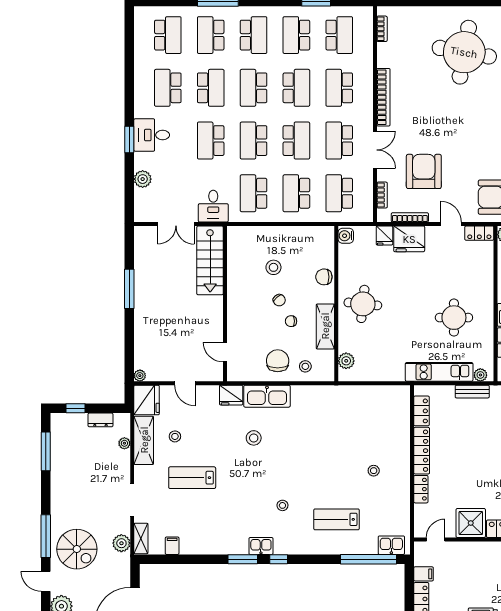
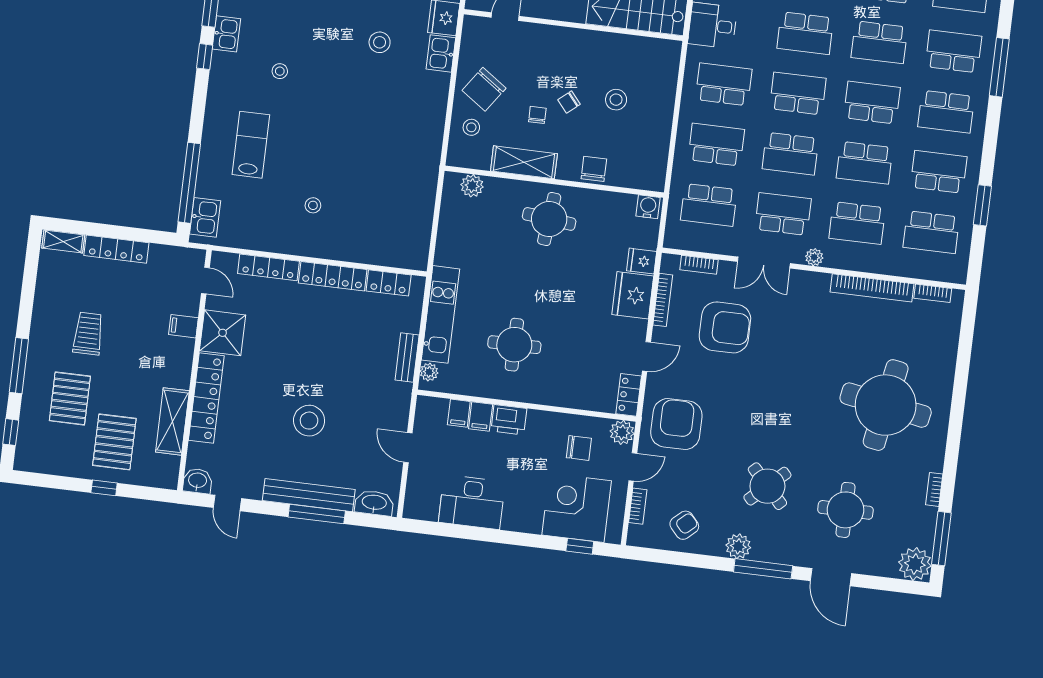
school desk: (339, 88) -> (857, 223), turned 180
bookcase: (383, 97) -> (872, 288), moved
plant: (367, 115) -> (814, 257), added
school desk: (211, 141) -> (805, 33), turned 180
school desk: (339, 193) -> (709, 205), turned 180
chair: (278, 361) -> (484, 89), turned 125
kitchen sink: (267, 396) -> (441, 53), width x0.53, depth x0.81
locker: (421, 489) -> (268, 267), width x1.53
filing cabinet: (424, 574) -> (183, 326), moved, turned 90

